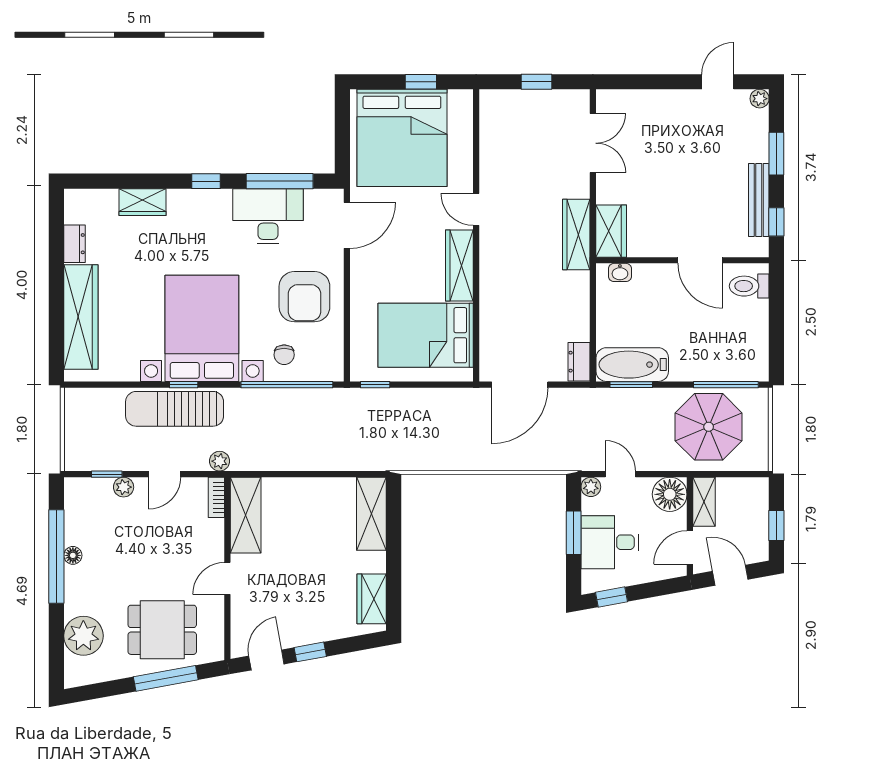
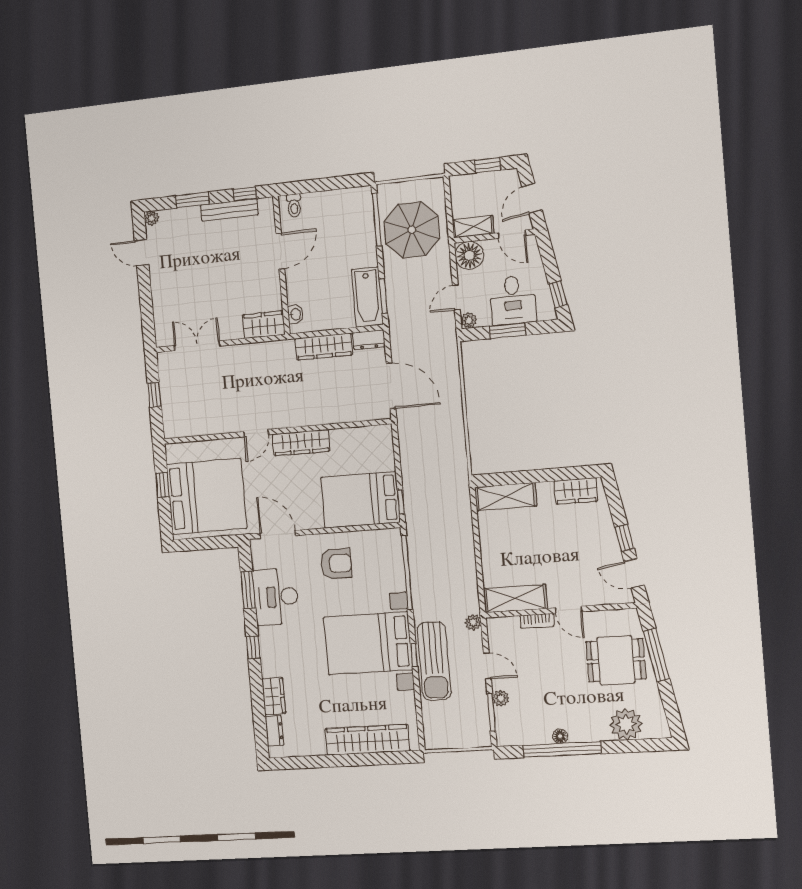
window: (280, 181) -> (248, 590), width x0.69
wardrobe: (576, 235) -> (324, 347), moved
dresser: (74, 244) -> (274, 731), moved, turned 90
toilet: (749, 286) -> (294, 206), width x0.73, depth x0.72
armchair: (304, 297) -> (336, 564), width x0.73, depth x0.73
bed: (426, 335) -> (360, 500), moved, turned 90
chair: (284, 355) -> (383, 577), removed
window: (107, 474) -> (491, 712), width x1.50
bookcase: (216, 497) -> (537, 621), moved
dining table: (162, 630) -> (616, 660), turned 90

